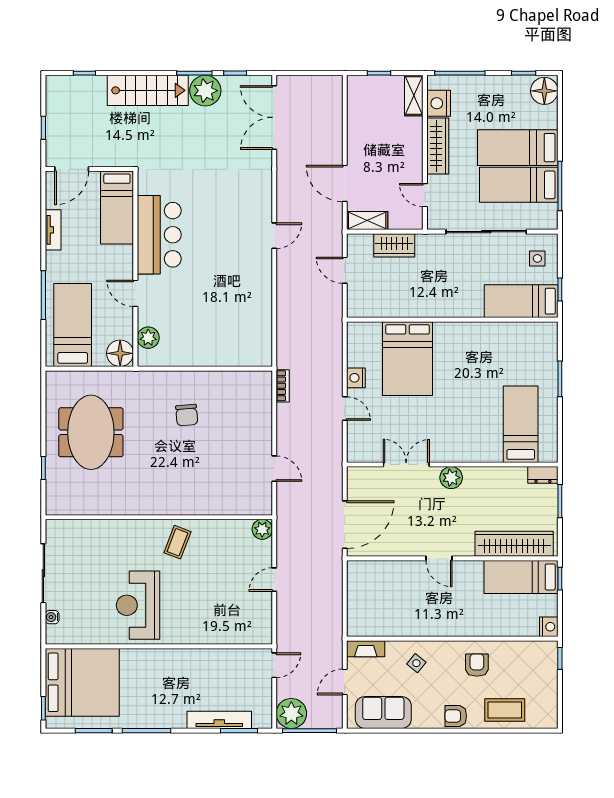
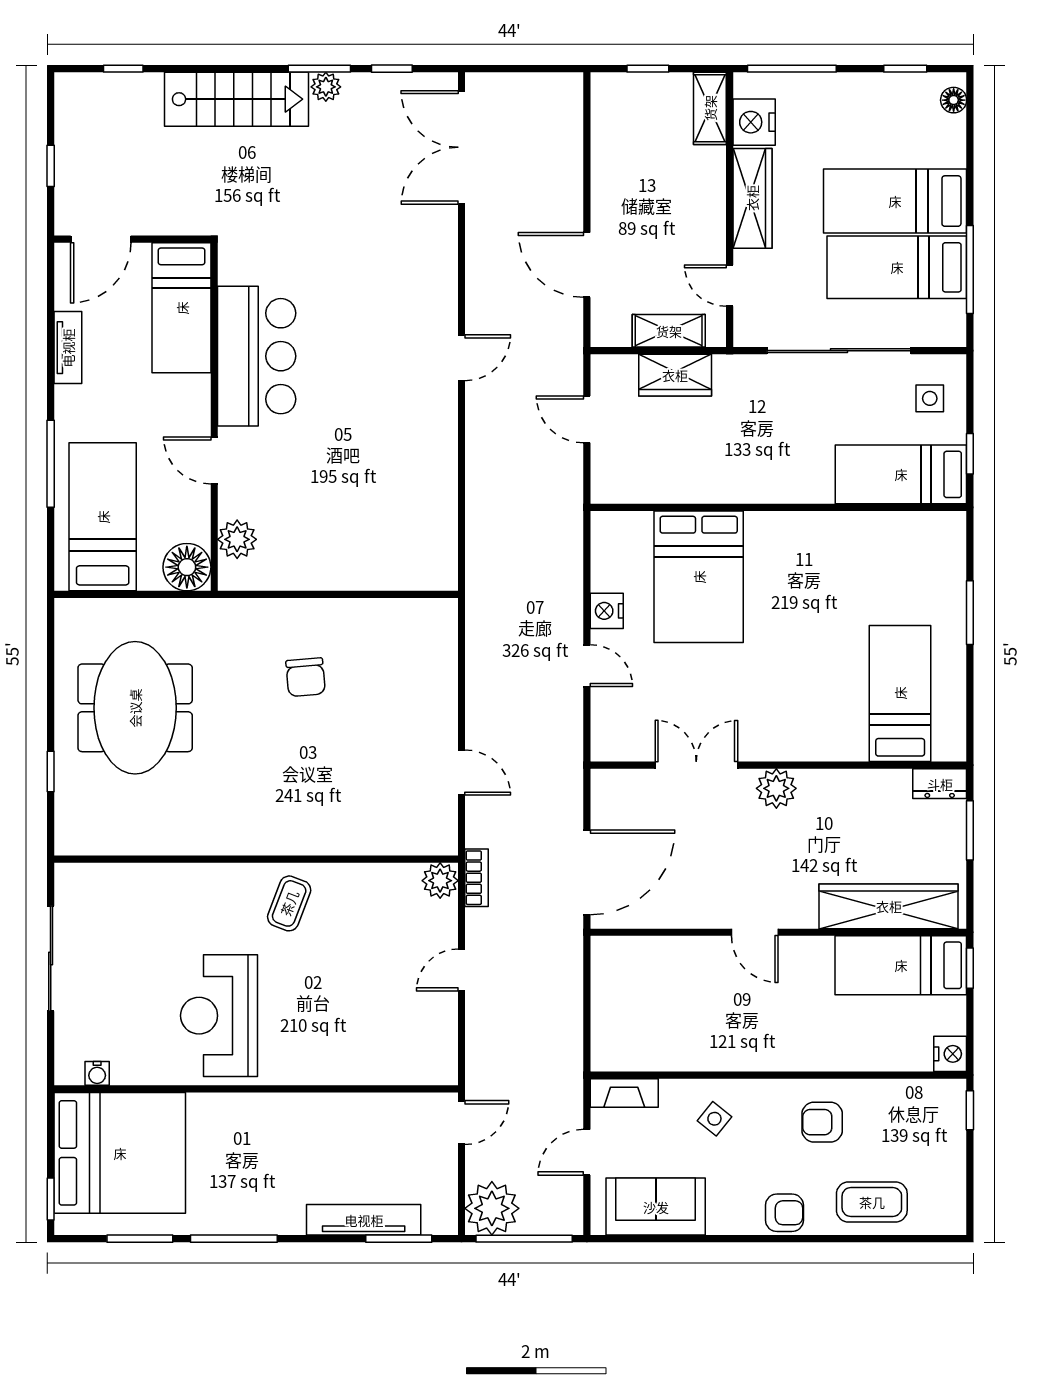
plant: (205, 91) -> (326, 87), width x0.53, depth x0.53
floor lamp: (544, 91) -> (954, 100), width x0.53, depth x0.53
shelving: (367, 220) -> (669, 331), moved
bookcase: (283, 386) -> (477, 878), moved
water cooler: (52, 617) -> (97, 1073), moved, turned -90
armchair: (477, 665) -> (822, 1122), turned -90
armchair: (456, 716) -> (784, 1213), turned 180

